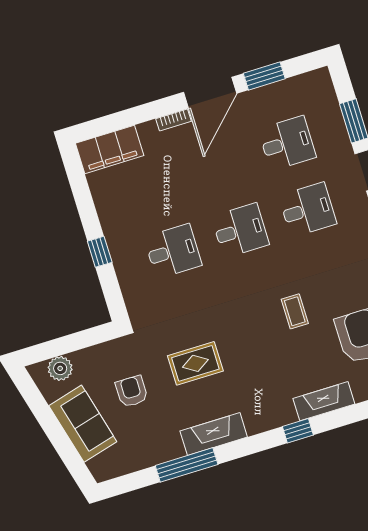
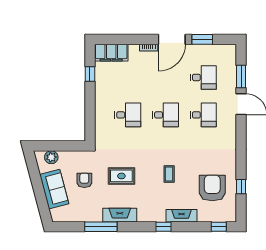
window: (100, 252) -> (90, 74), moved
coffee table: (295, 311) -> (169, 174), moved

